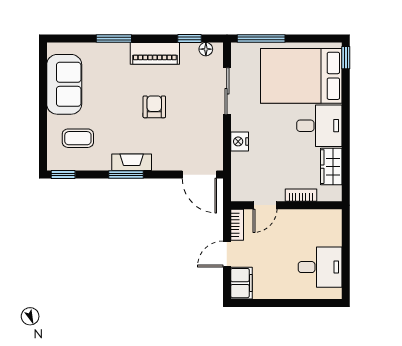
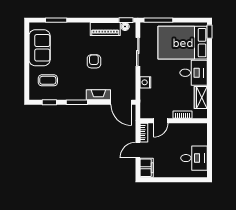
window: (114, 39) -> (56, 20), moved
window: (190, 39) -> (126, 20), moved
piano: (155, 53) -> (105, 29), moved
fireplace: (132, 162) -> (98, 95), moved
window: (63, 175) -> (49, 102), moved

